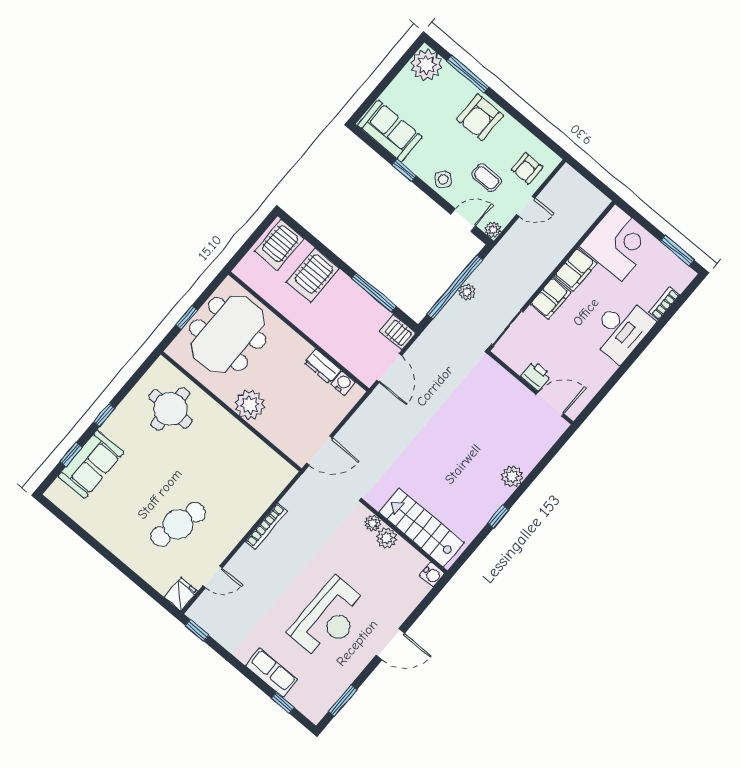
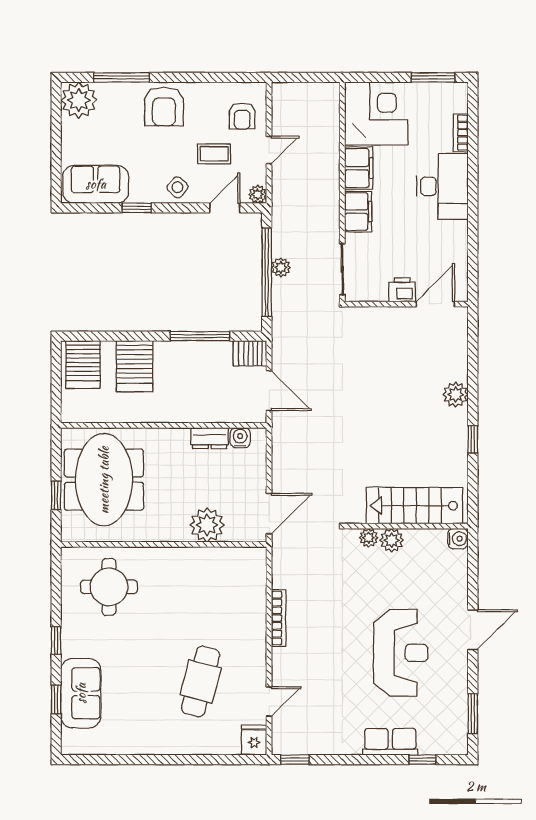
plant: (250, 405) -> (207, 525), moved

